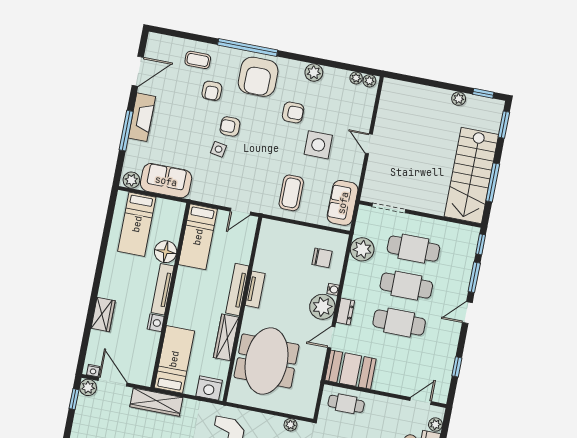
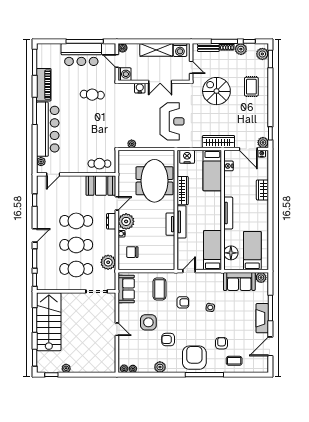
armchair: (230, 126) -> (183, 302), moved
floor lamp: (166, 252) -> (231, 253), moved
nightstand: (156, 323) -> (228, 166), moved

